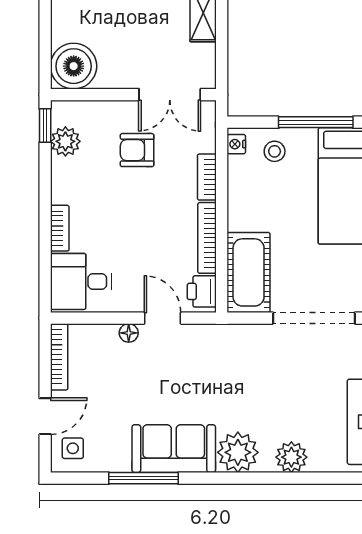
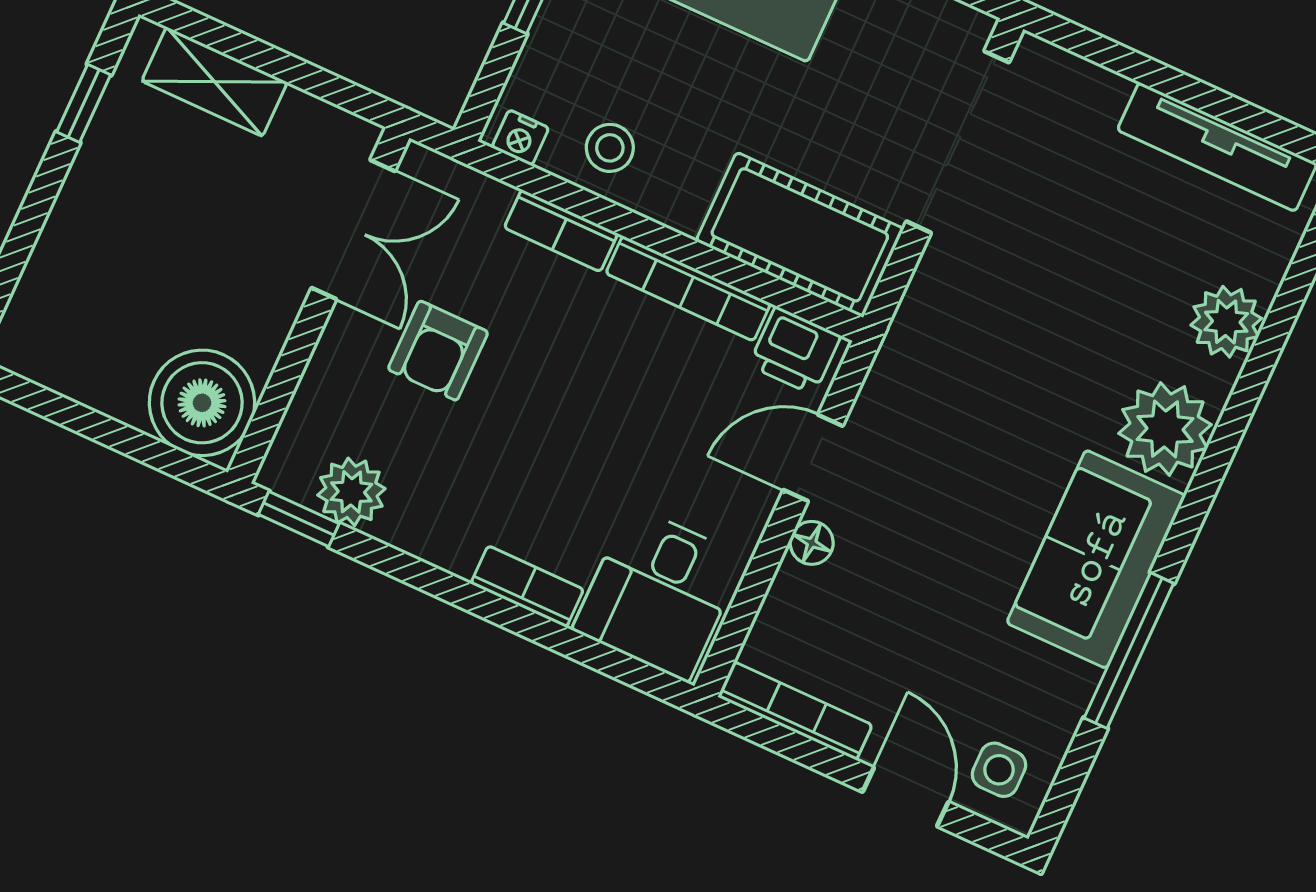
stool: (275, 151) -> (610, 148), moved

